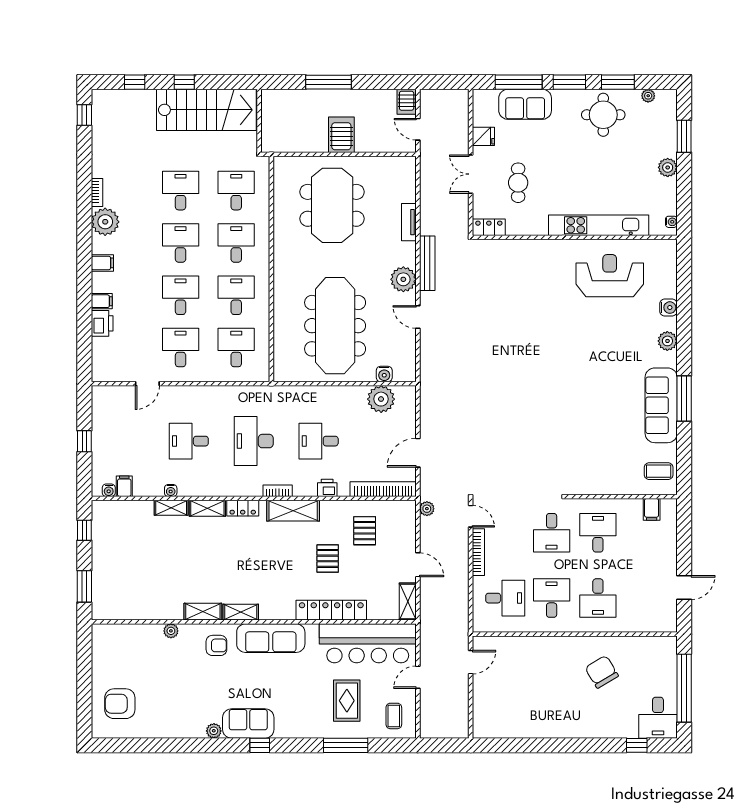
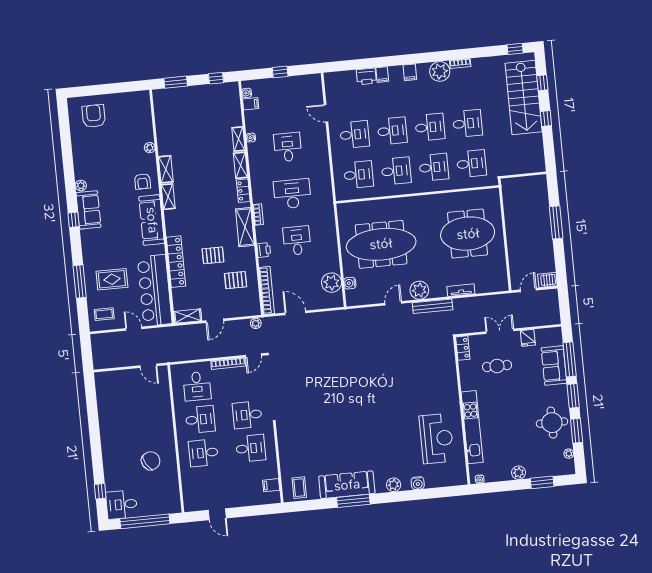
stairs: (206, 110) -> (524, 97), moved
server rack: (341, 135) -> (519, 235), removed

